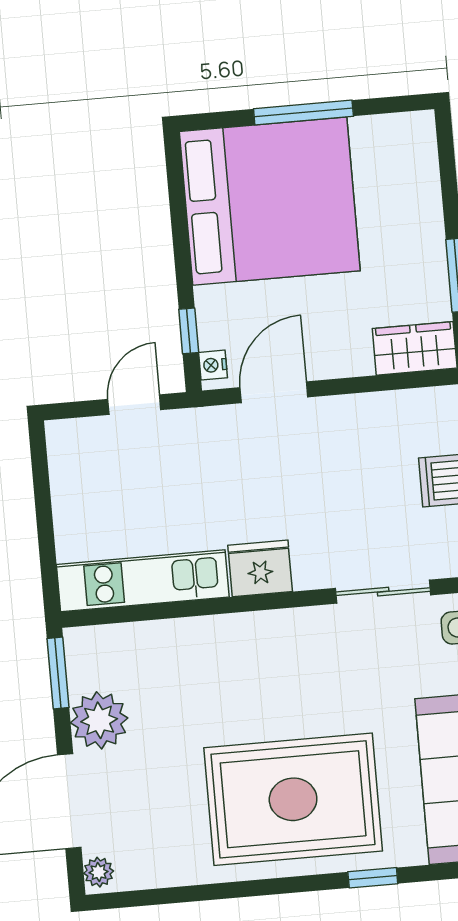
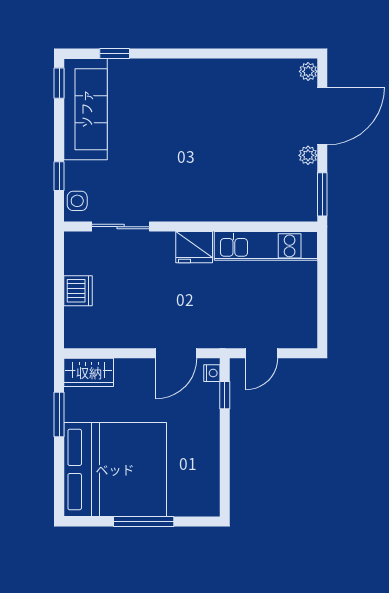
bed: (270, 201) -> (115, 469), moved, turned 180
plant: (99, 720) -> (308, 155), width x0.53, depth x0.53
rug: (293, 799) -> (186, 105), removed
window: (373, 878) -> (115, 54), moved

